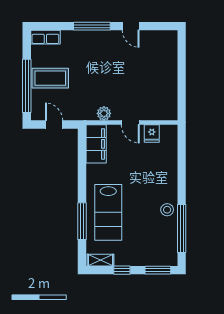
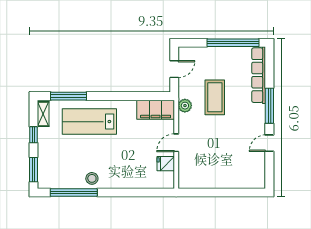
row of seats: (45, 37) -> (259, 75), width x2.02
coffee table: (50, 78) -> (215, 97), moved
window: (27, 86) -> (233, 43), moved
plant: (104, 113) -> (185, 106), moved
window: (82, 221) -> (69, 96), moved

